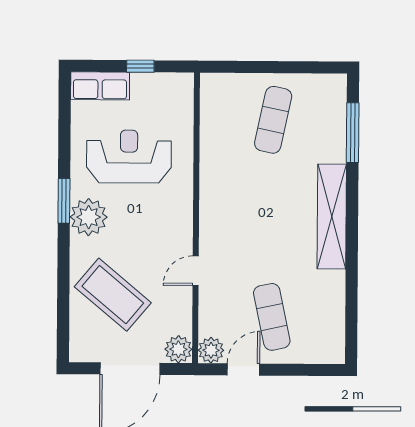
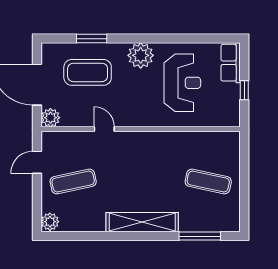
window: (64, 201) -> (92, 39), moved
coffee table: (113, 295) -> (88, 72), turned 50
plant: (211, 350) -> (50, 222), moved
door: (243, 369) -> (37, 162), swing flipped

